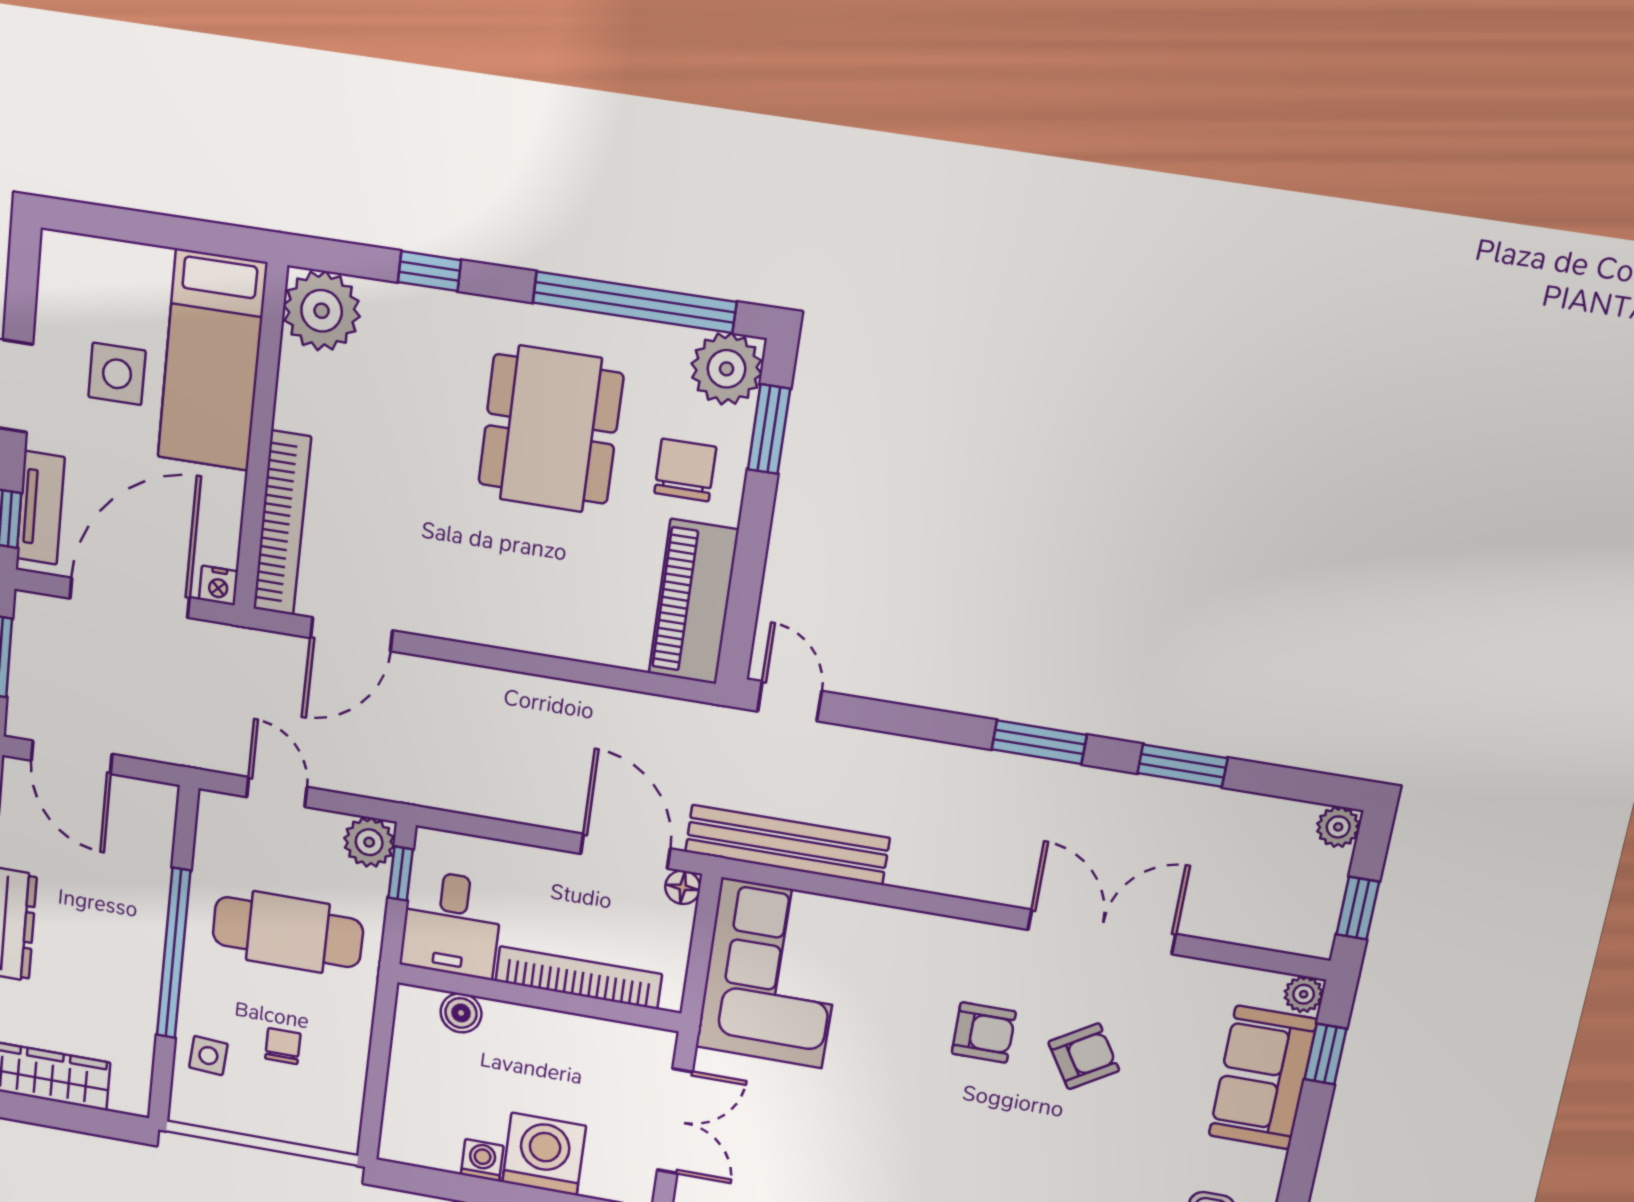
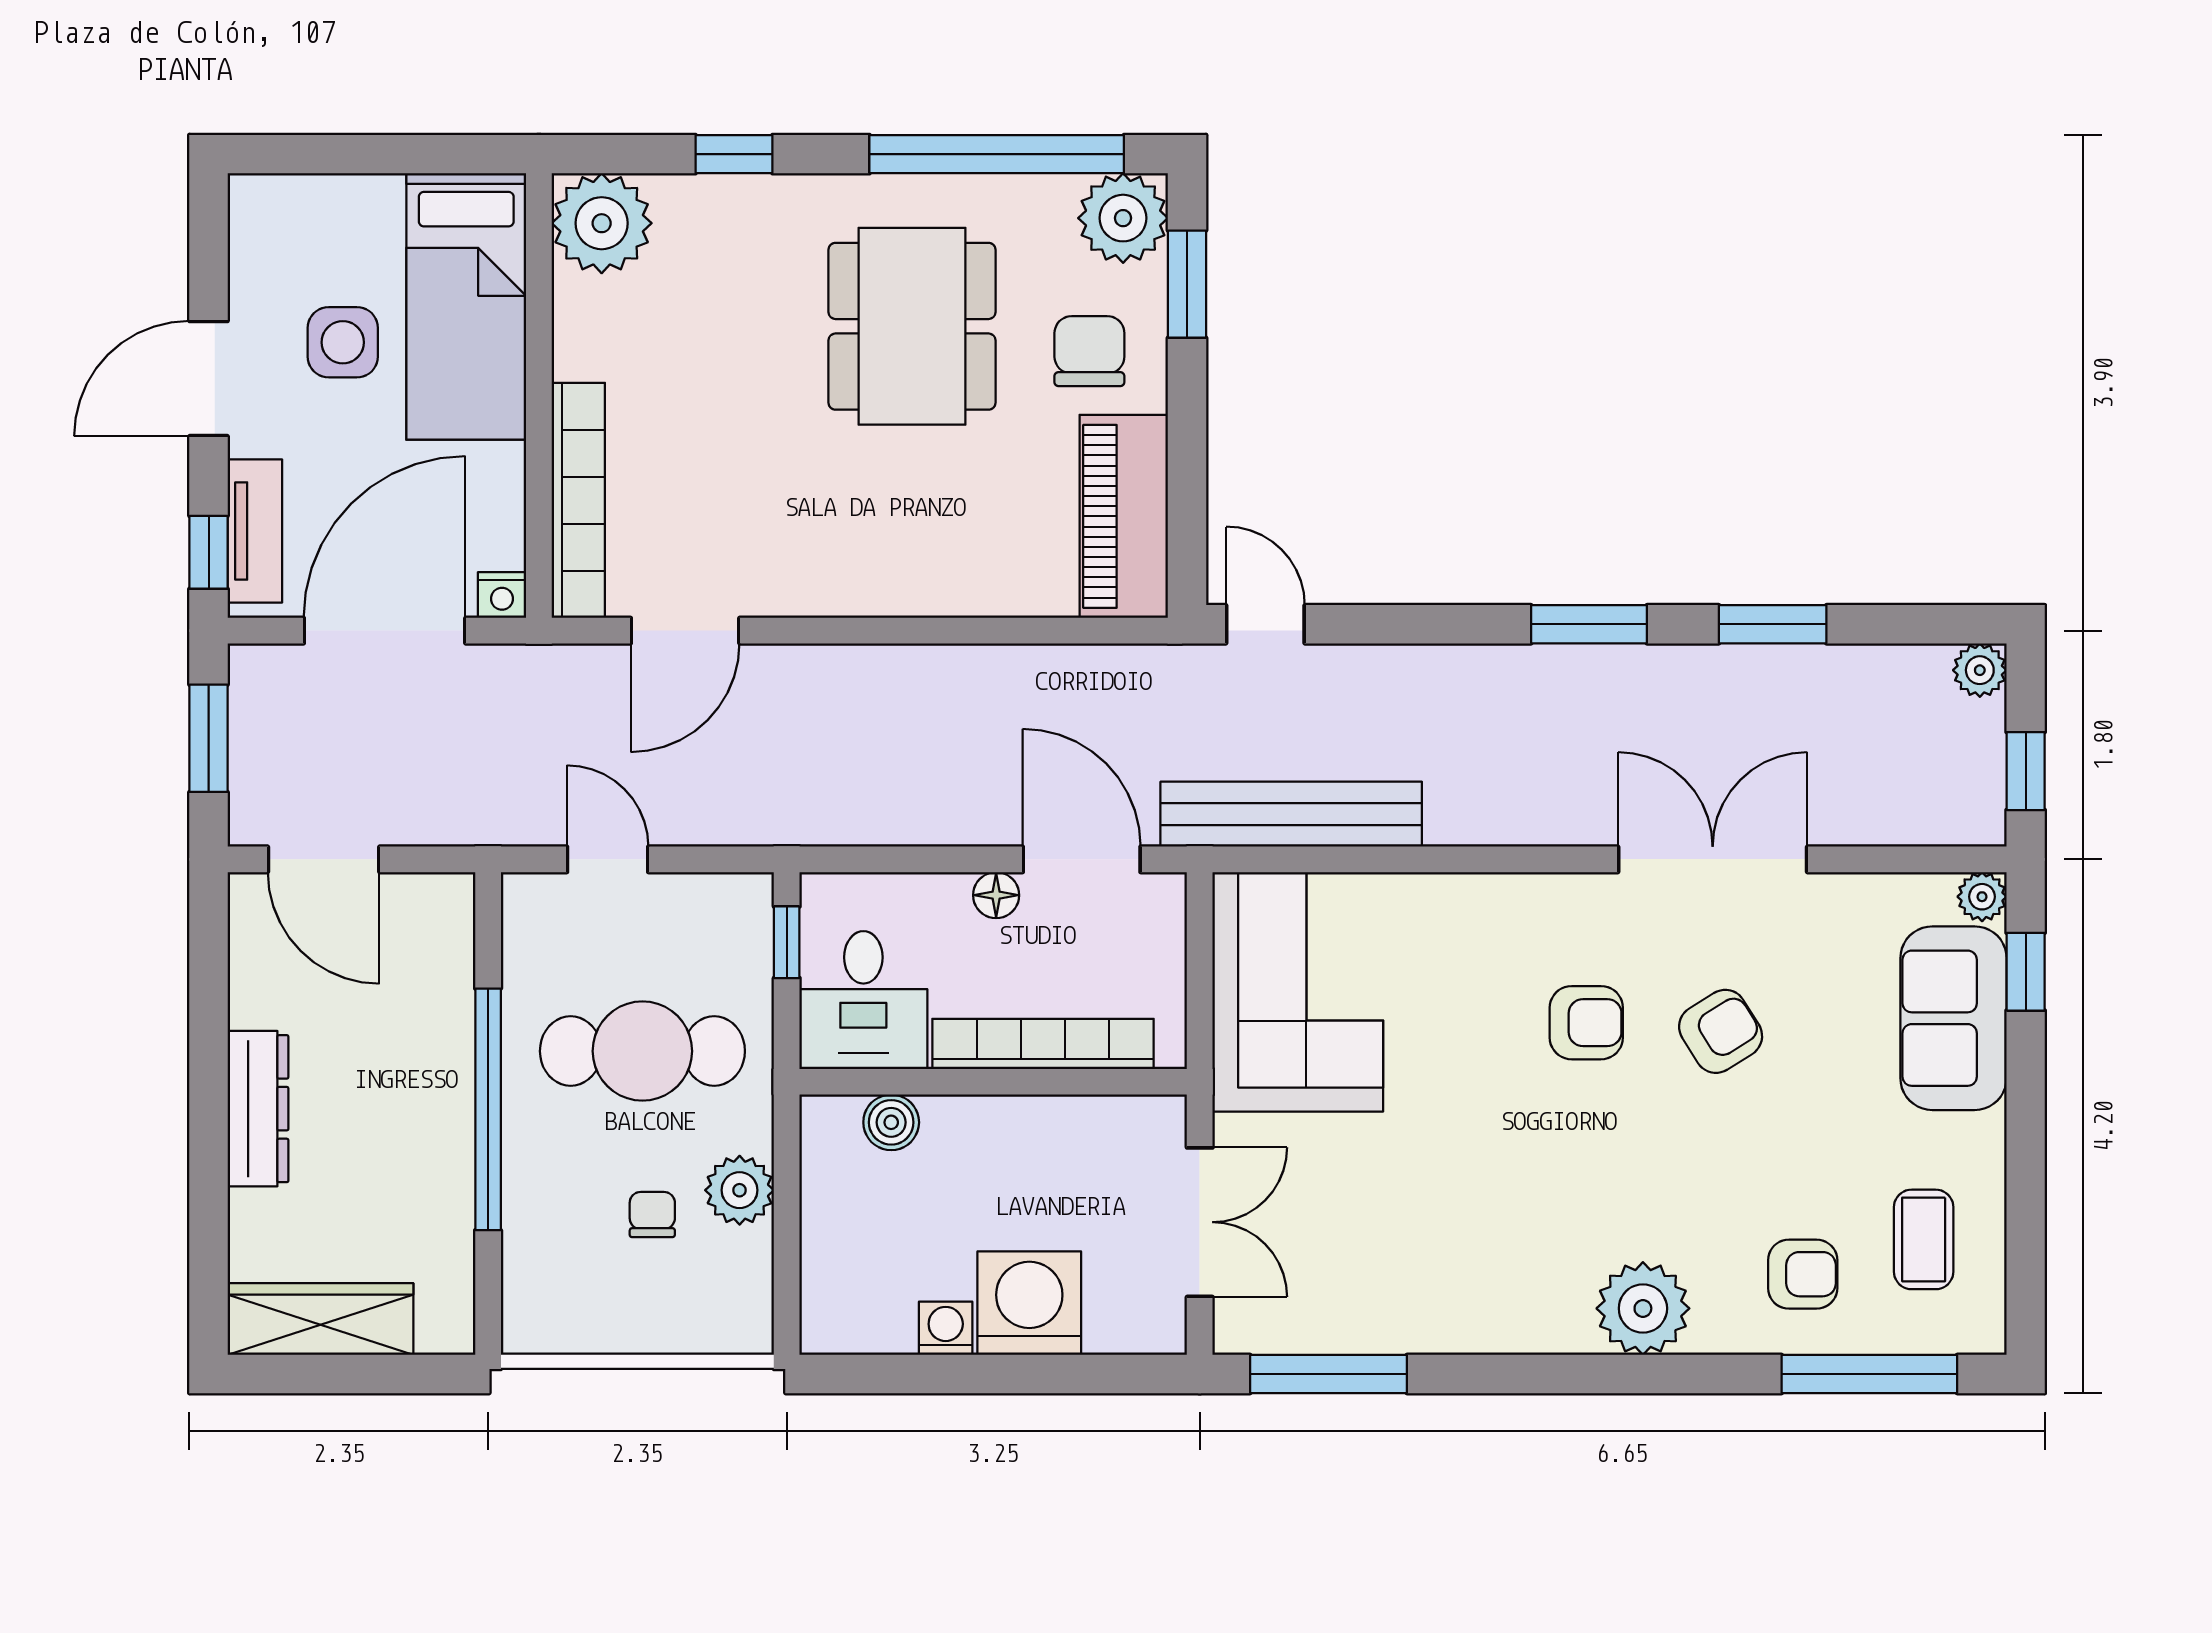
plant: (369, 842) -> (740, 1190), moved
floor lamp: (683, 887) -> (996, 895), moved
side table: (208, 1056) -> (550, 1247), removed

